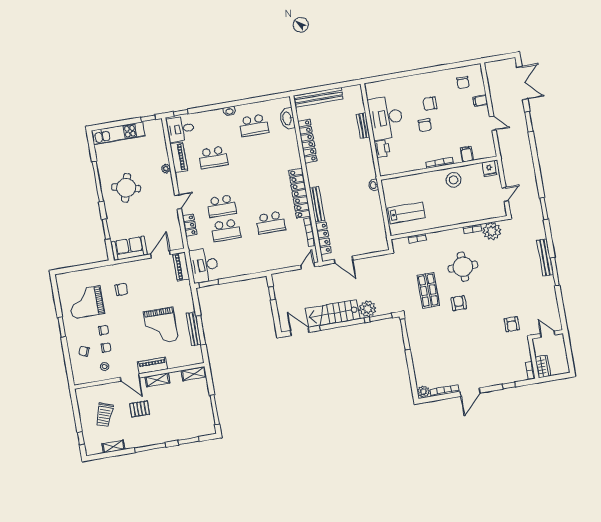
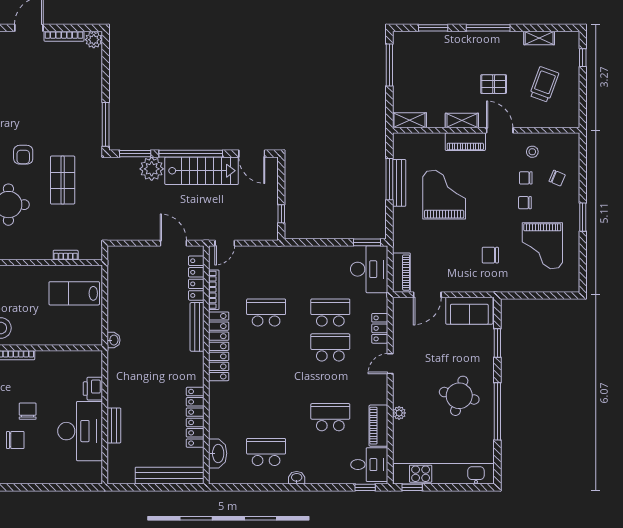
kitchen unit: (118, 133) -> (444, 474), width x1.36
grand piano: (86, 302) -> (542, 246), turned 90

